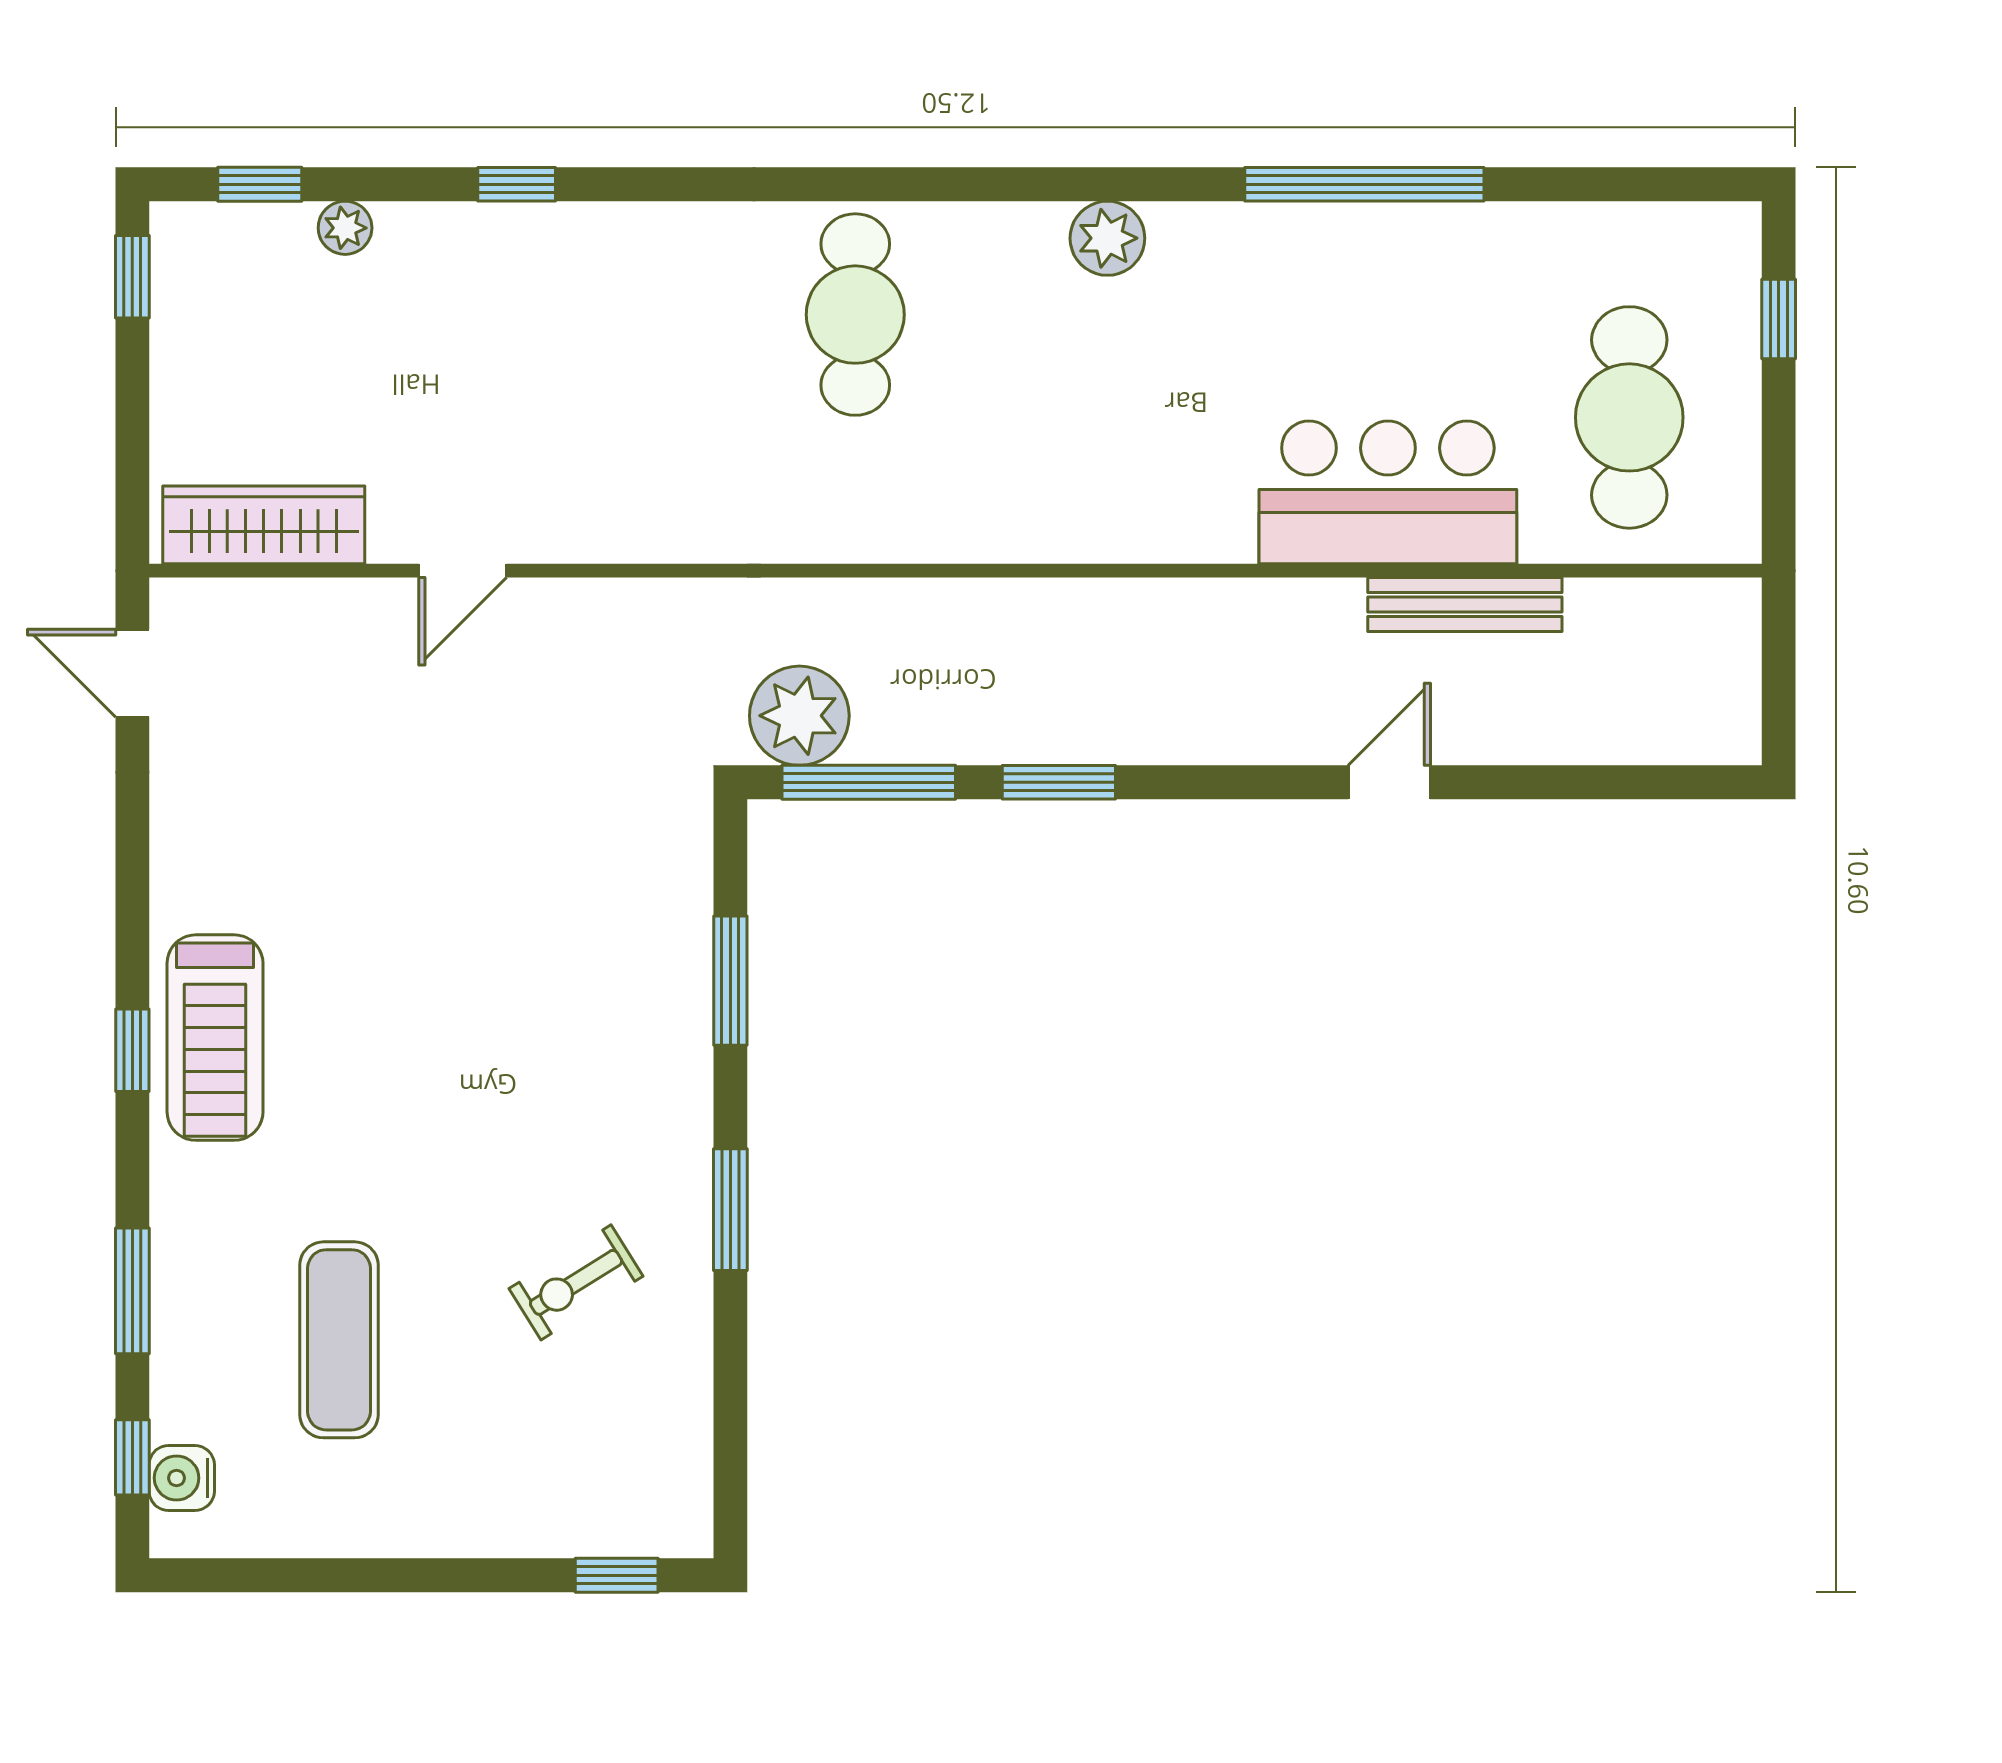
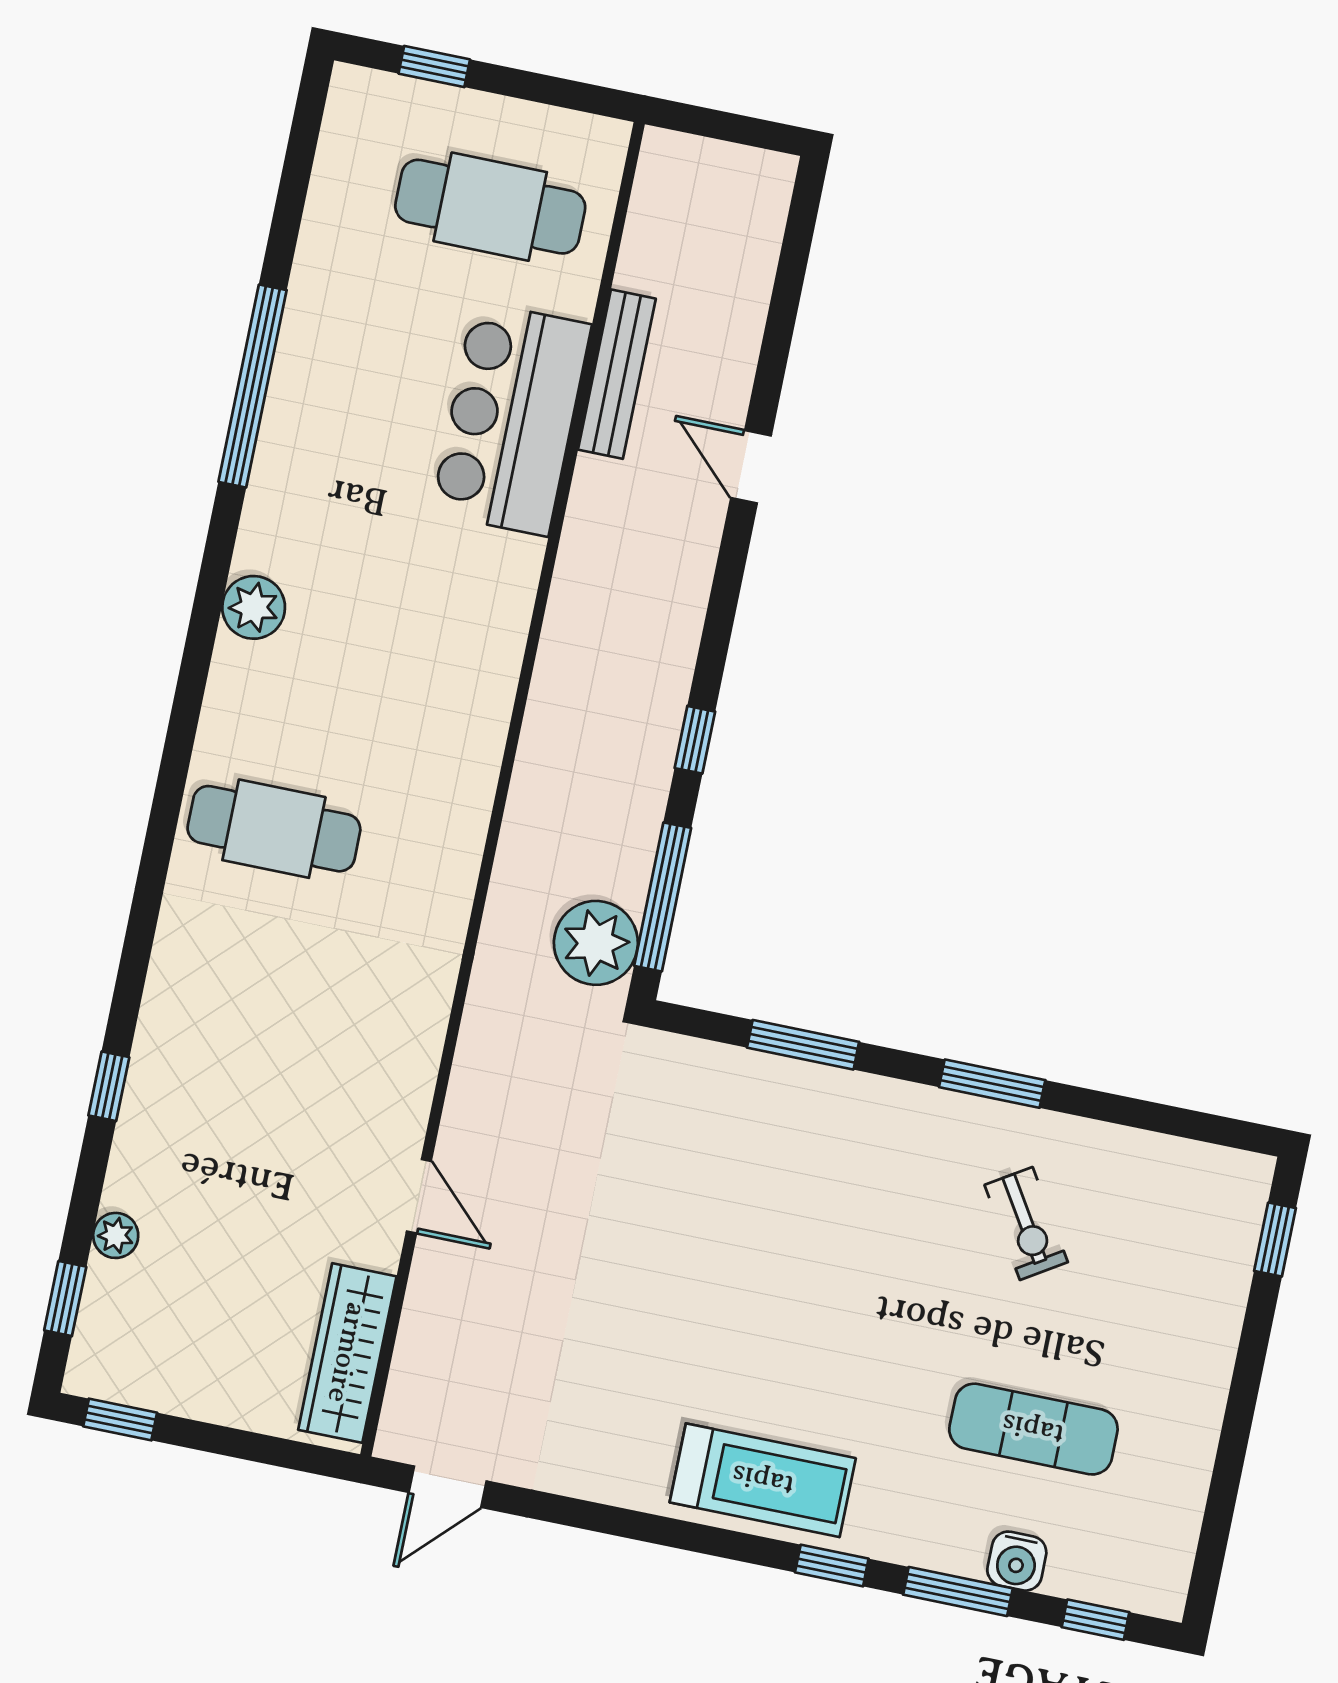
window: (1059, 782) -> (695, 740), width x0.67
window: (132, 1050) -> (832, 1566), moved
water cooler: (182, 1478) -> (1017, 1561), moved

